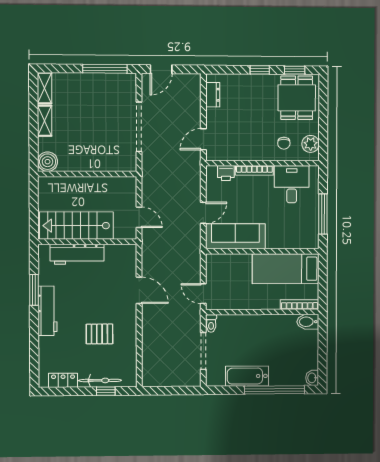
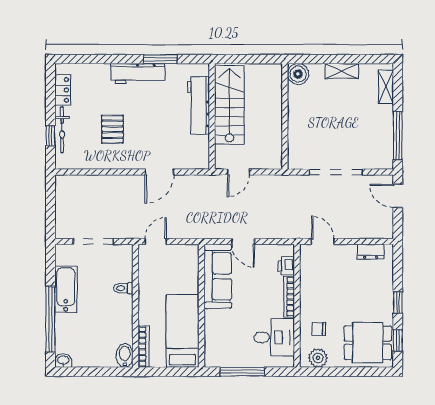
shelving: (45, 88) -> (386, 87), moved, turned 90
toilet: (211, 323) -> (123, 288), moved

